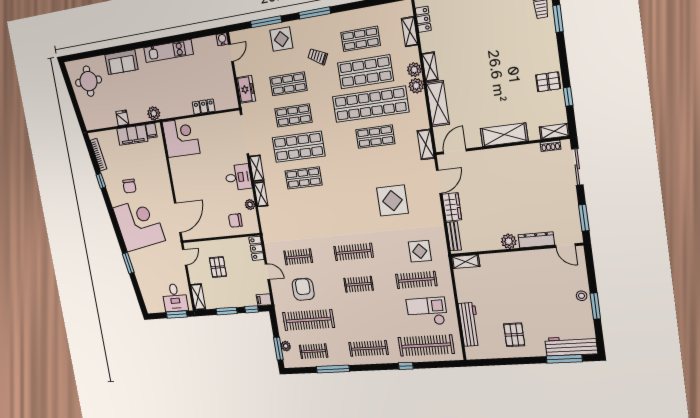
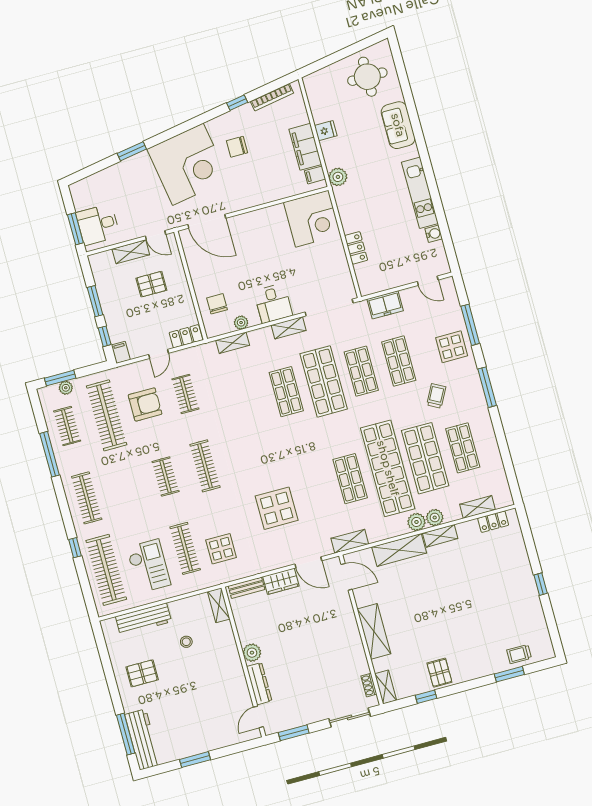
water cooler: (222, 39) -> (434, 234), moved
shelving: (261, 194) -> (233, 343), moved
stool: (582, 296) -> (186, 642), moved
shelving: (198, 297) -> (131, 252), moved

